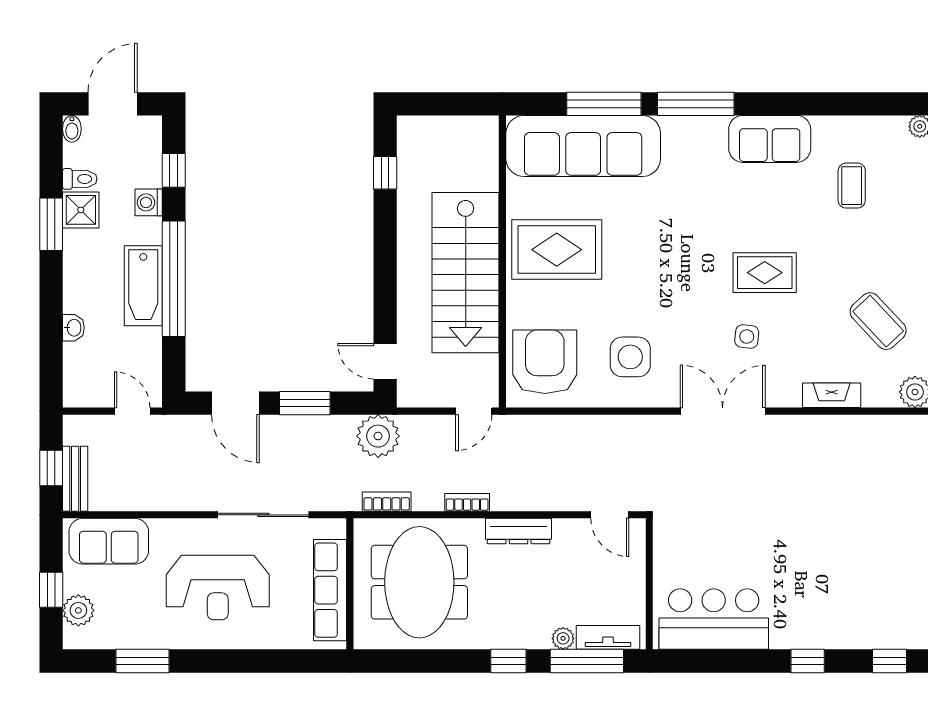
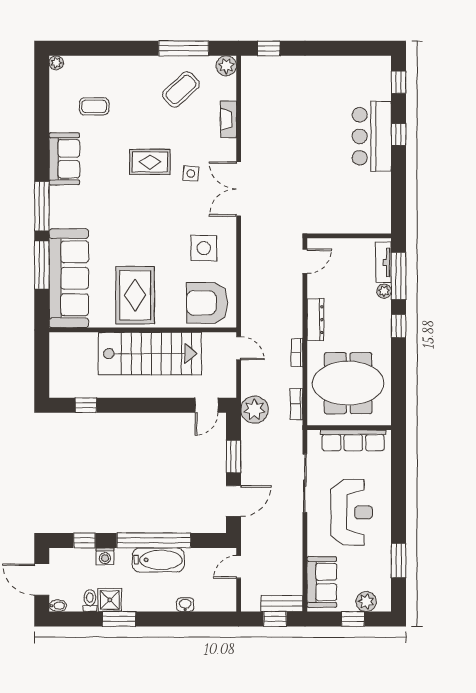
rug: (765, 273) -> (150, 162), turned 90
bar counter: (714, 619) -> (372, 136), moved

